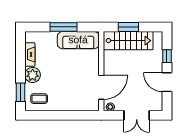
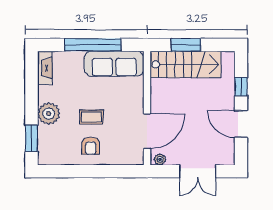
window: (63, 27) -> (93, 45), width x1.46
fireplace: (30, 55) -> (45, 68), moved
armchair: (62, 97) -> (91, 146), added
coffee table: (39, 99) -> (91, 117), moved

